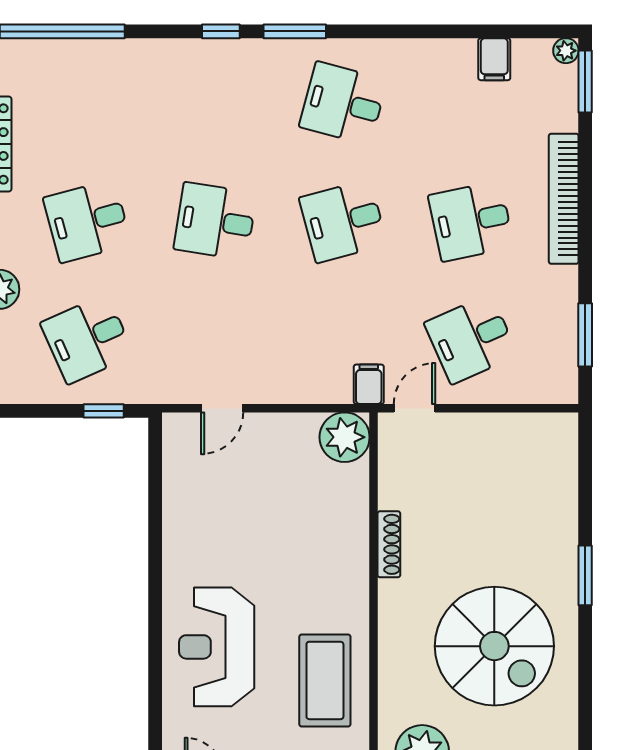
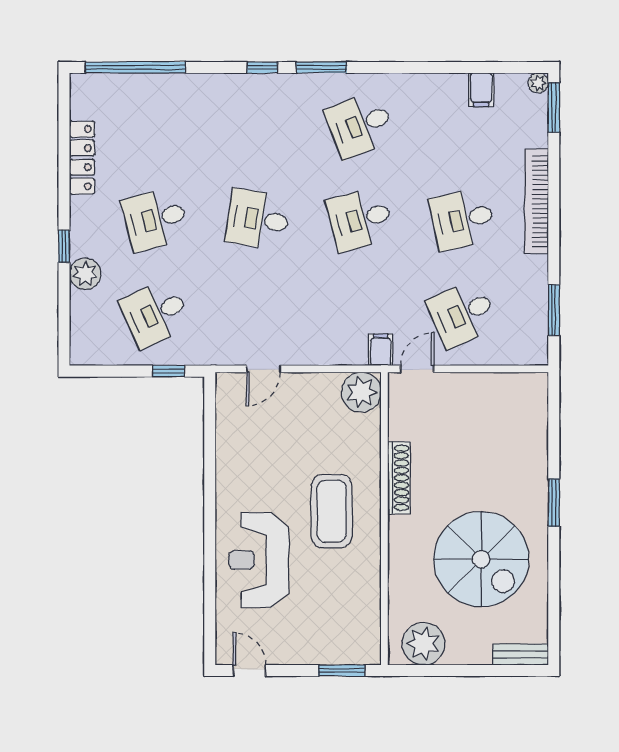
desk: (343, 103) -> (360, 125), turned -36
shoe rack: (389, 544) -> (399, 478), width x1.36, depth x1.24
coffee table: (325, 680) -> (332, 511), moved

